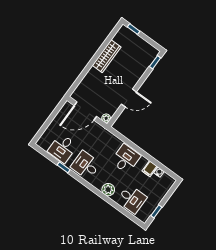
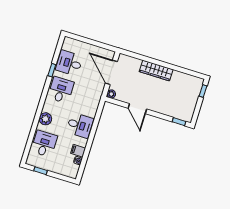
wardrobe: (107, 56) -> (156, 71), moved
desk: (132, 199) -> (44, 144), turned 180

